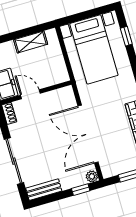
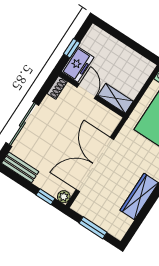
shelving: (31, 42) -> (116, 98), moved

